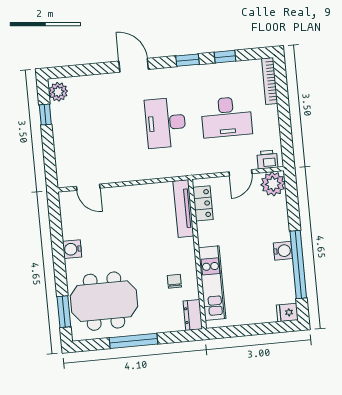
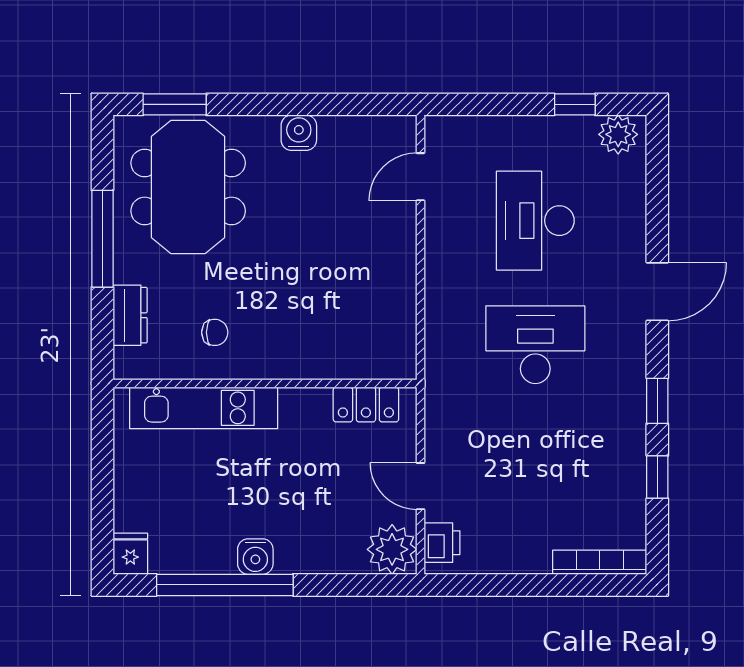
desk: (227, 117) -> (535, 221), moved
tv unit: (183, 209) -> (359, 364), removed
dresser: (193, 315) -> (130, 315), moved, turned 90

